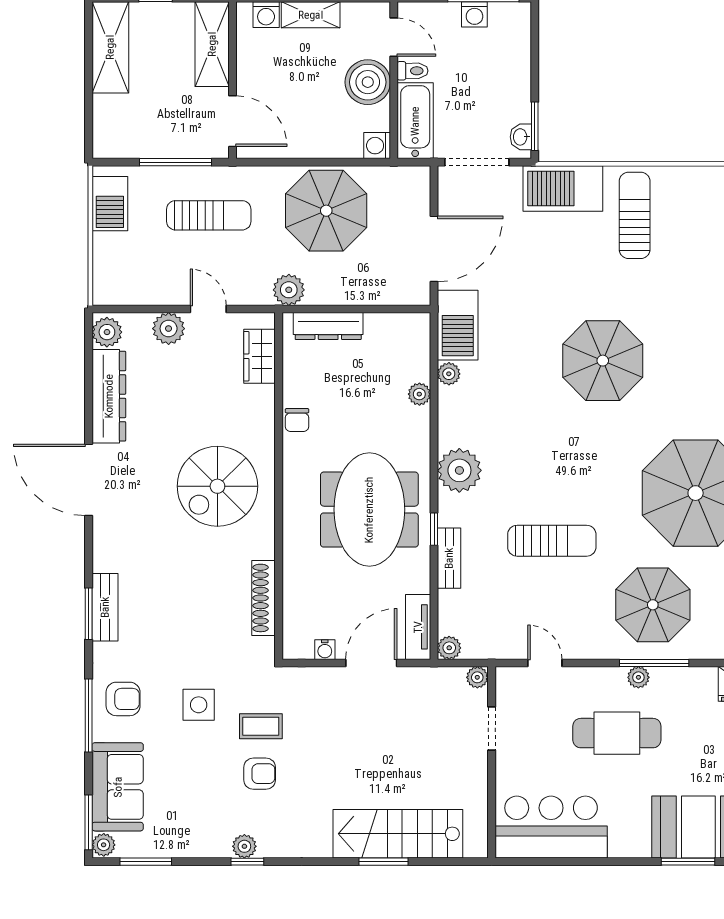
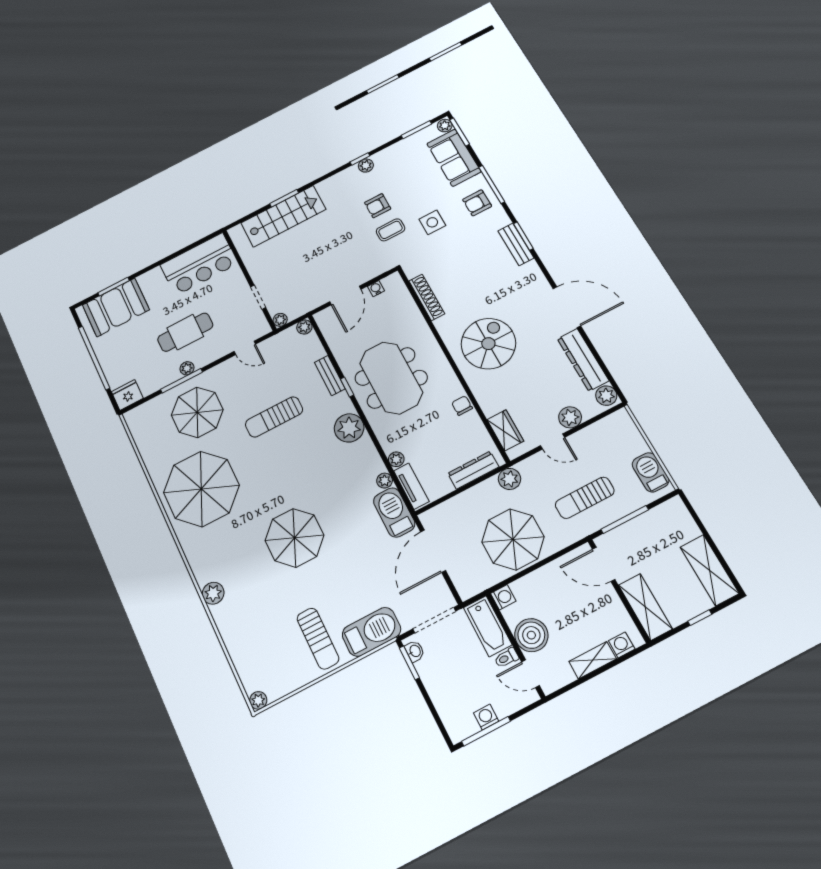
tv unit: (418, 627) -> (411, 486), moved

